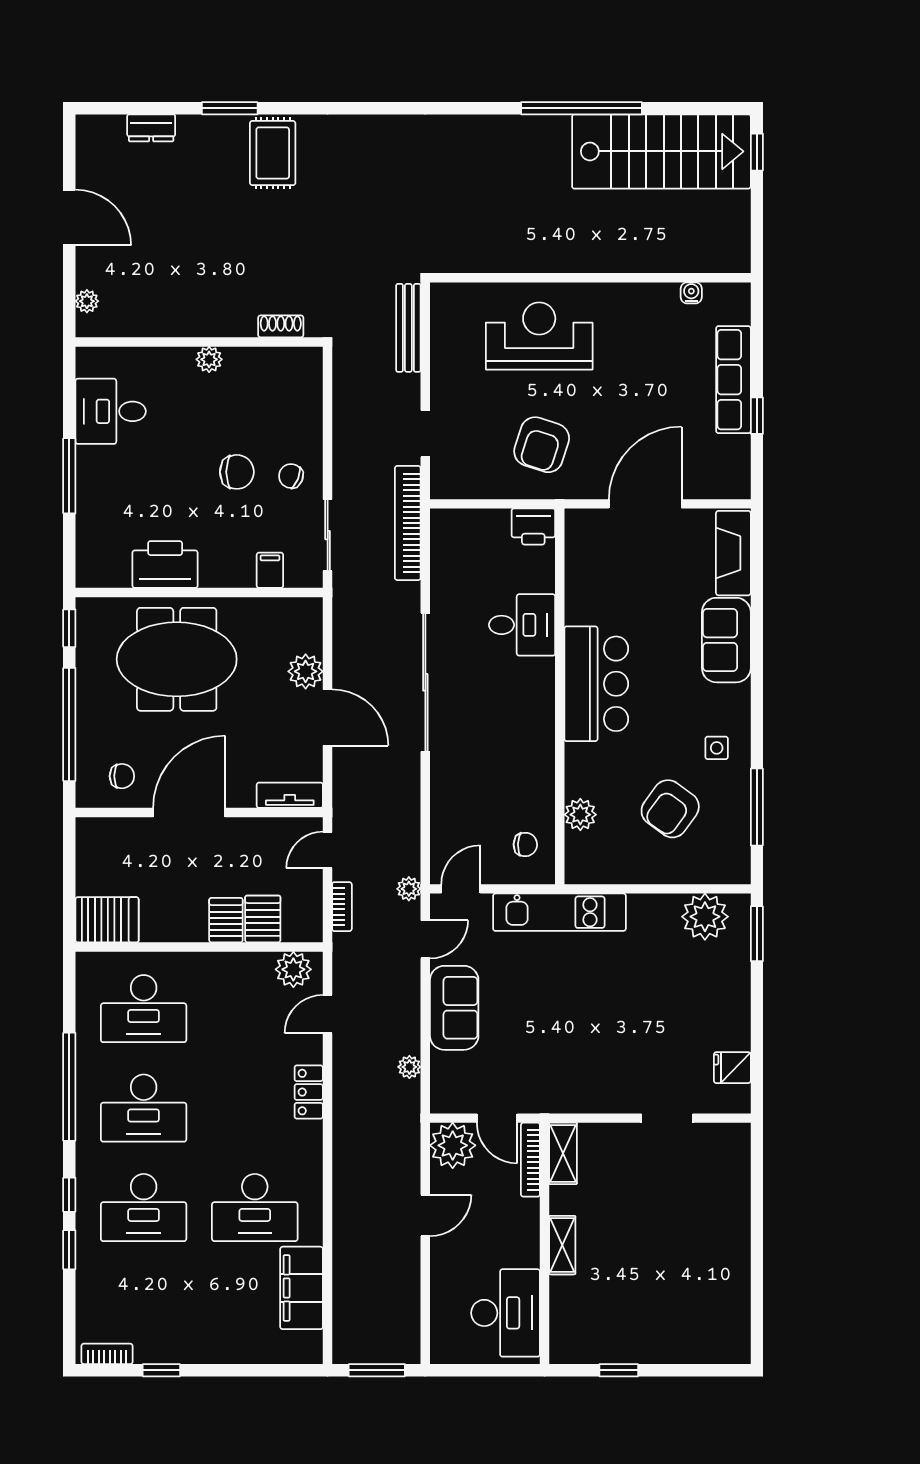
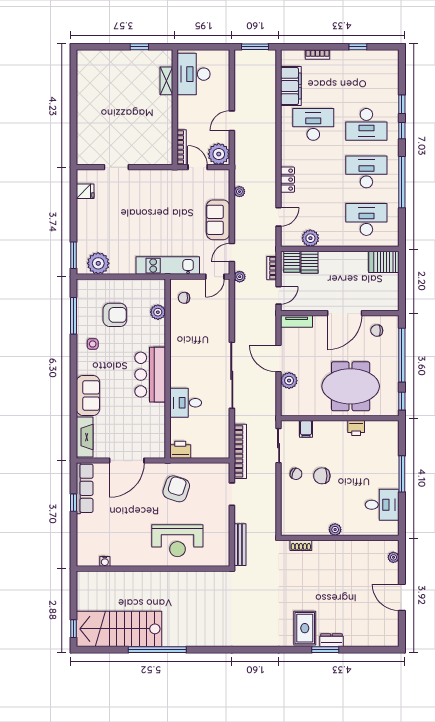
dresser: (151, 128) -> (331, 640), moved
row of seats: (733, 380) -> (85, 488), moved
printer: (165, 564) -> (356, 428), width x0.53, depth x0.68
armchair: (670, 809) -> (115, 315), turned 54
server rack: (226, 920) -> (292, 262), moved
plant: (293, 969) -> (310, 238), moved
shelving: (563, 1153) -> (166, 150), removed
desk: (144, 1208) -> (366, 124), turned 180
shelving: (562, 1245) -> (166, 81), moved
bookcase: (107, 1354) -> (318, 55), moved

